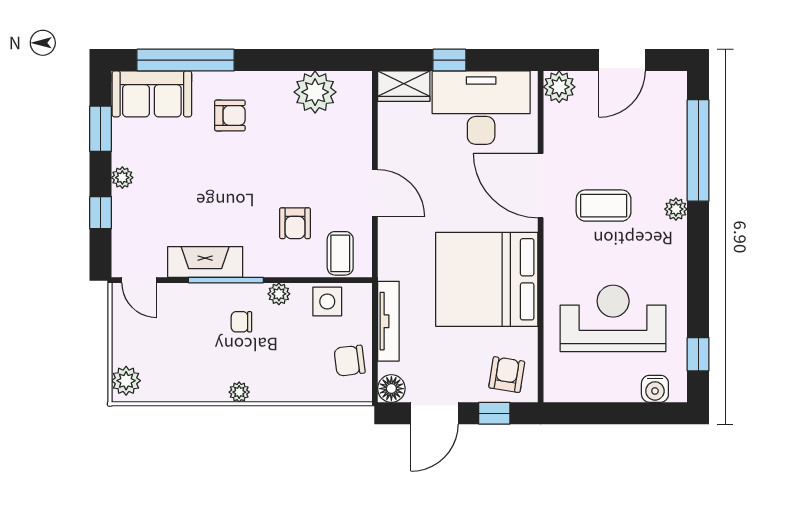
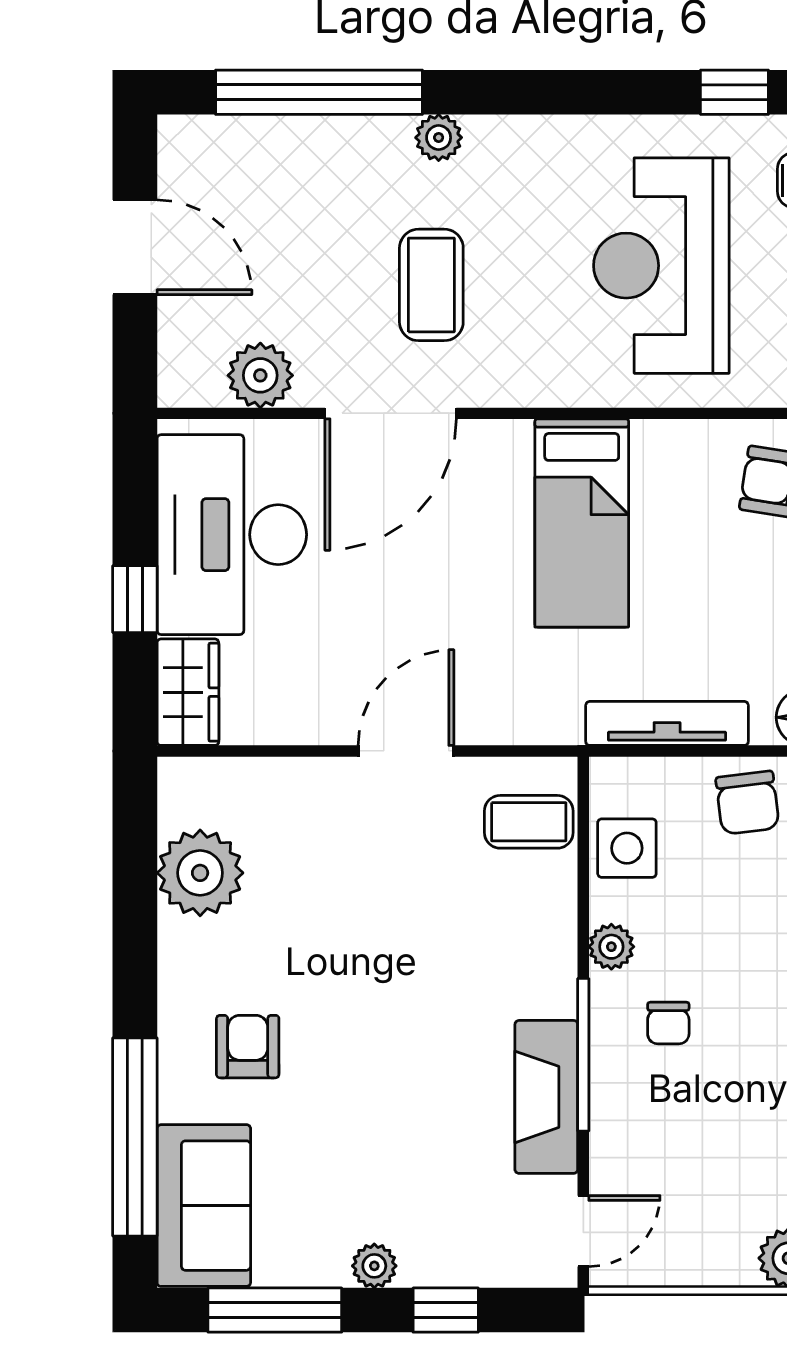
plant: (559, 87) -> (260, 375), moved
window: (101, 129) -> (275, 1310), width x1.44
armchair: (295, 223) -> (467, 914), removed
bed: (487, 279) -> (582, 523), width x0.49

